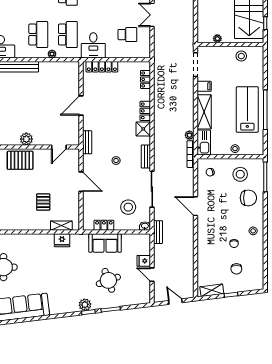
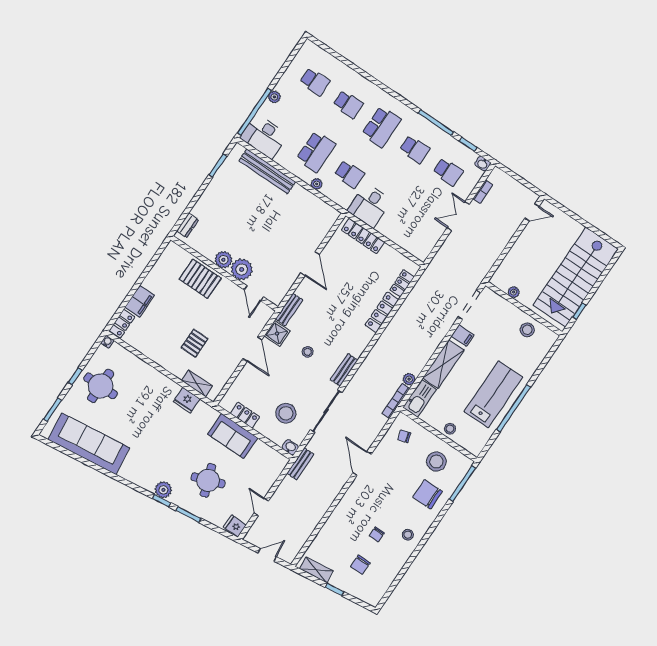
school desk: (68, 35) -> (349, 174), width x0.54
school desk: (127, 35) -> (416, 219), removed
door: (81, 105) -> (310, 264), swing flipped
locker: (145, 111) -> (382, 312), width x1.53
shower: (143, 129) -> (277, 333), moved
plant: (42, 137) -> (242, 269), added
door: (59, 147) -> (254, 293), hinge flipped
chair: (248, 198) -> (428, 494), turned 180
fridge: (144, 261) -> (235, 526), moved
door: (175, 302) -> (267, 555), hinge flipped

